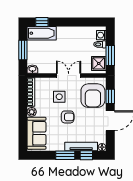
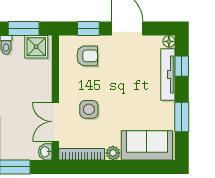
double door: (69, 76) -> (55, 122), moved
armchair: (93, 96) -> (87, 56), width x0.53, depth x0.53
armchair: (68, 117) -> (121, 96), removed
window: (65, 155) -> (182, 117), moved

